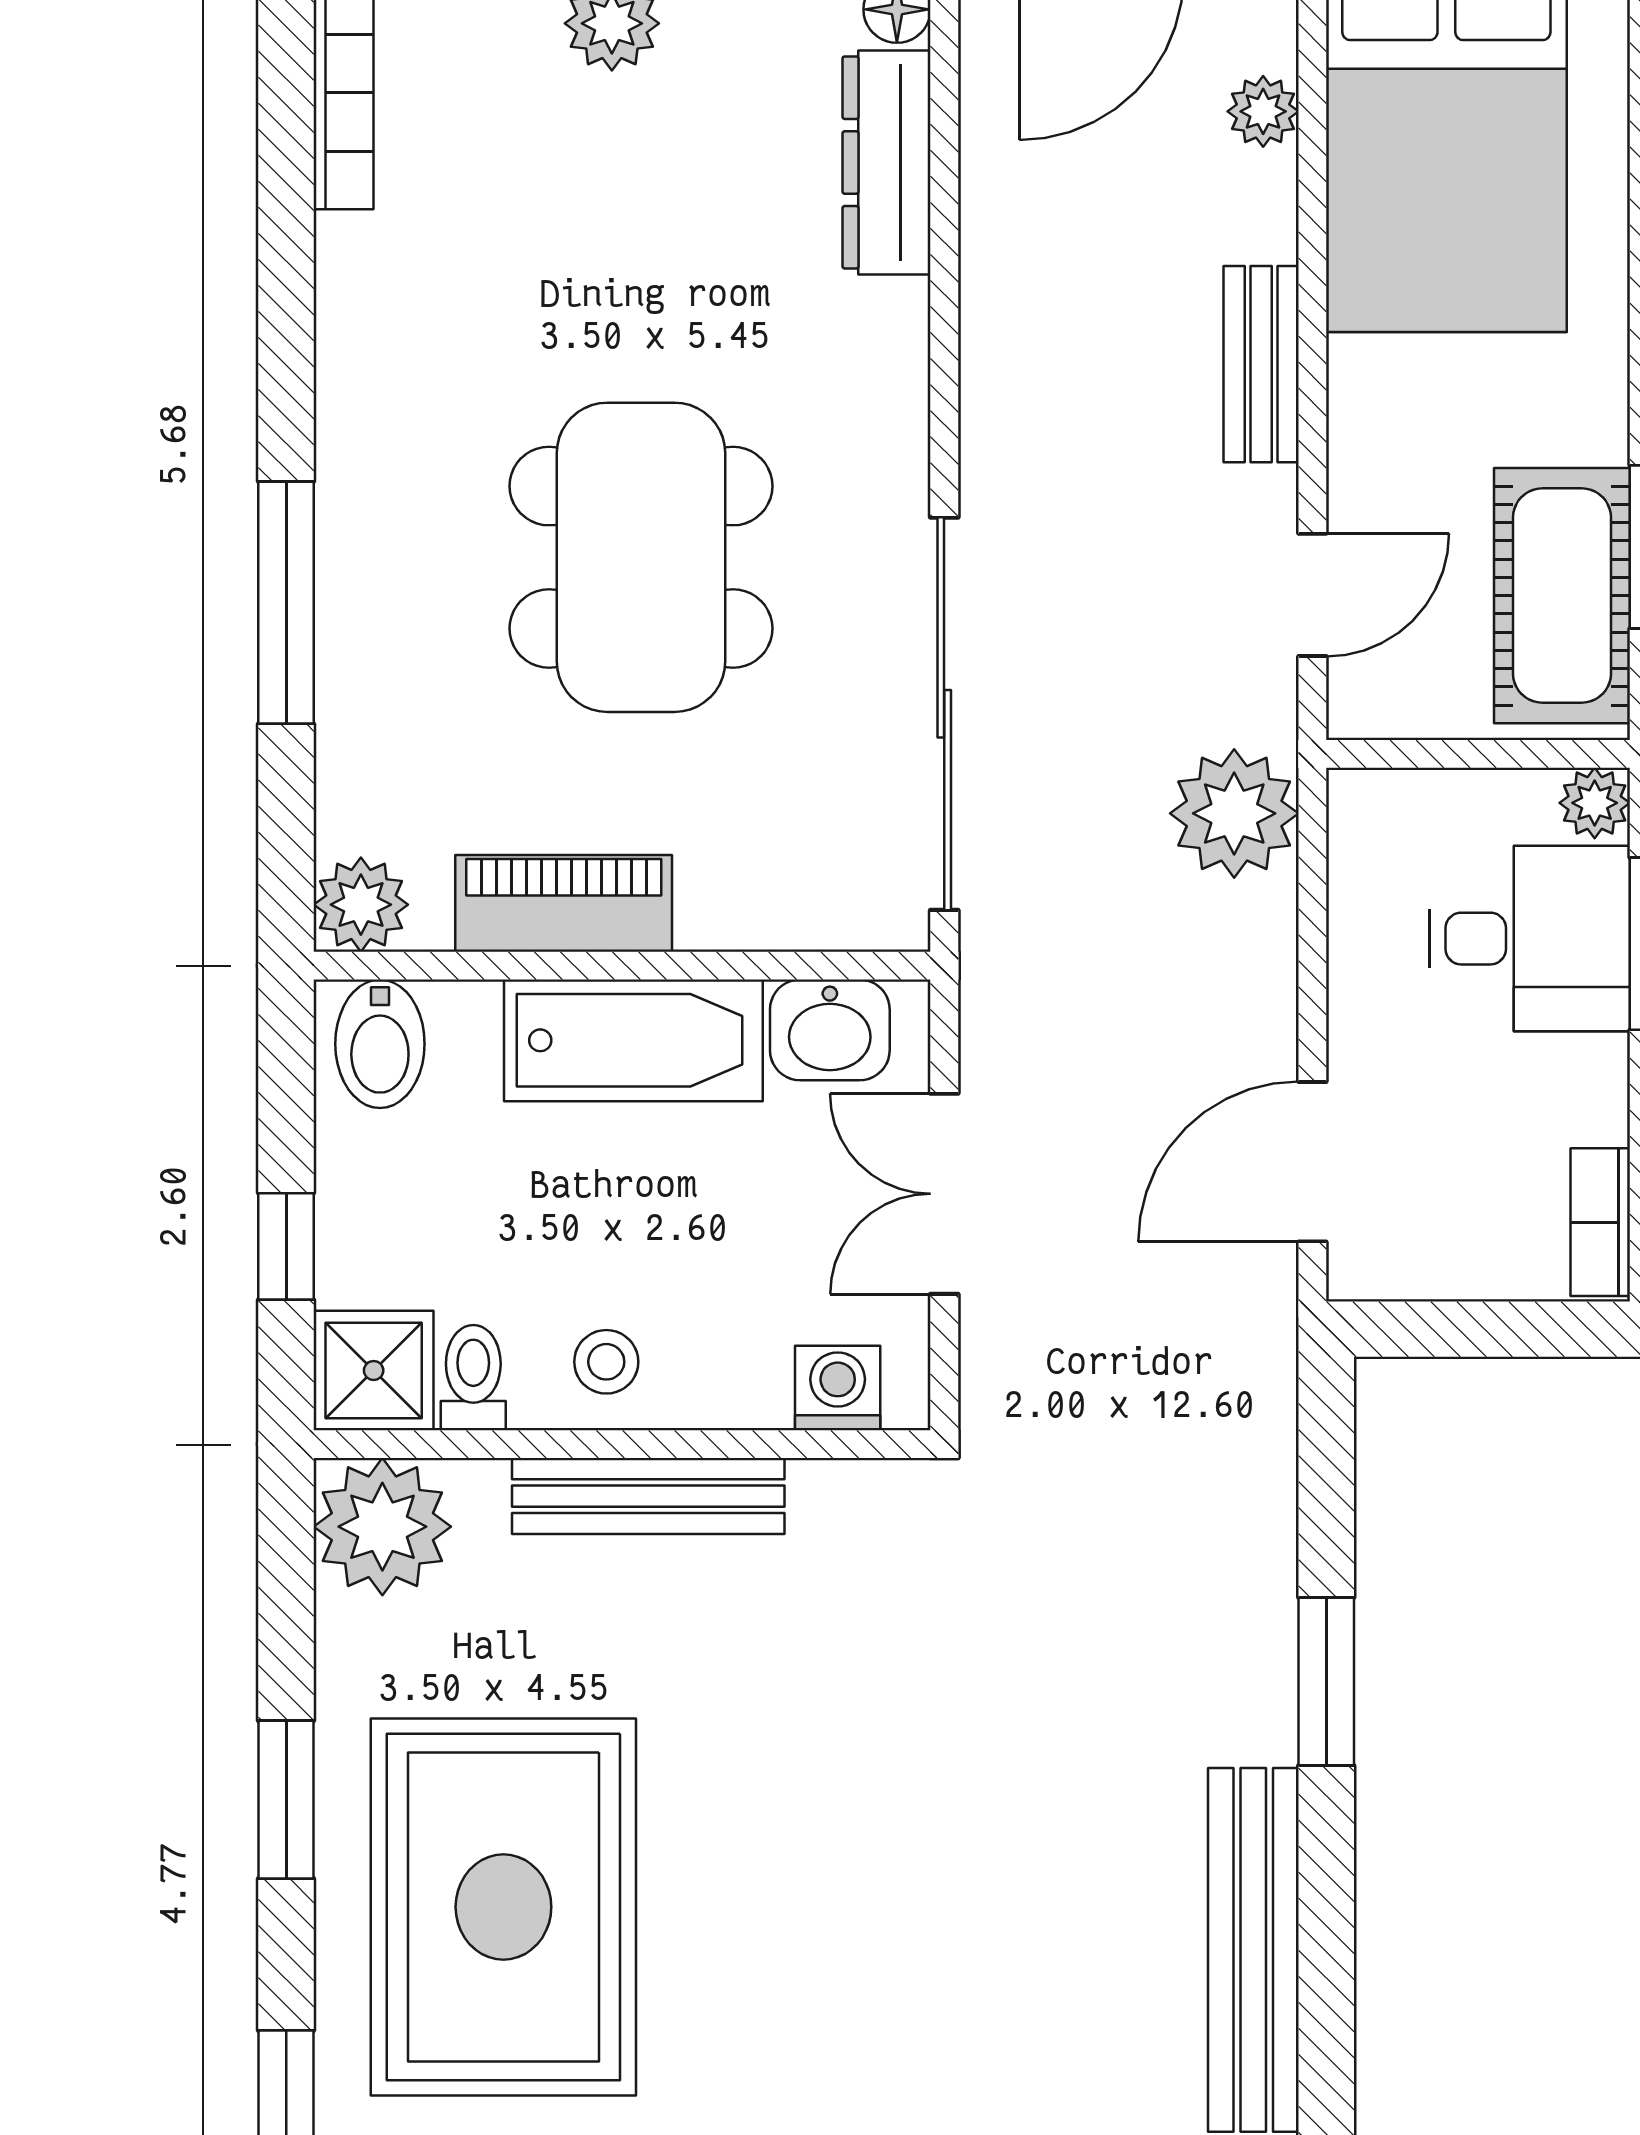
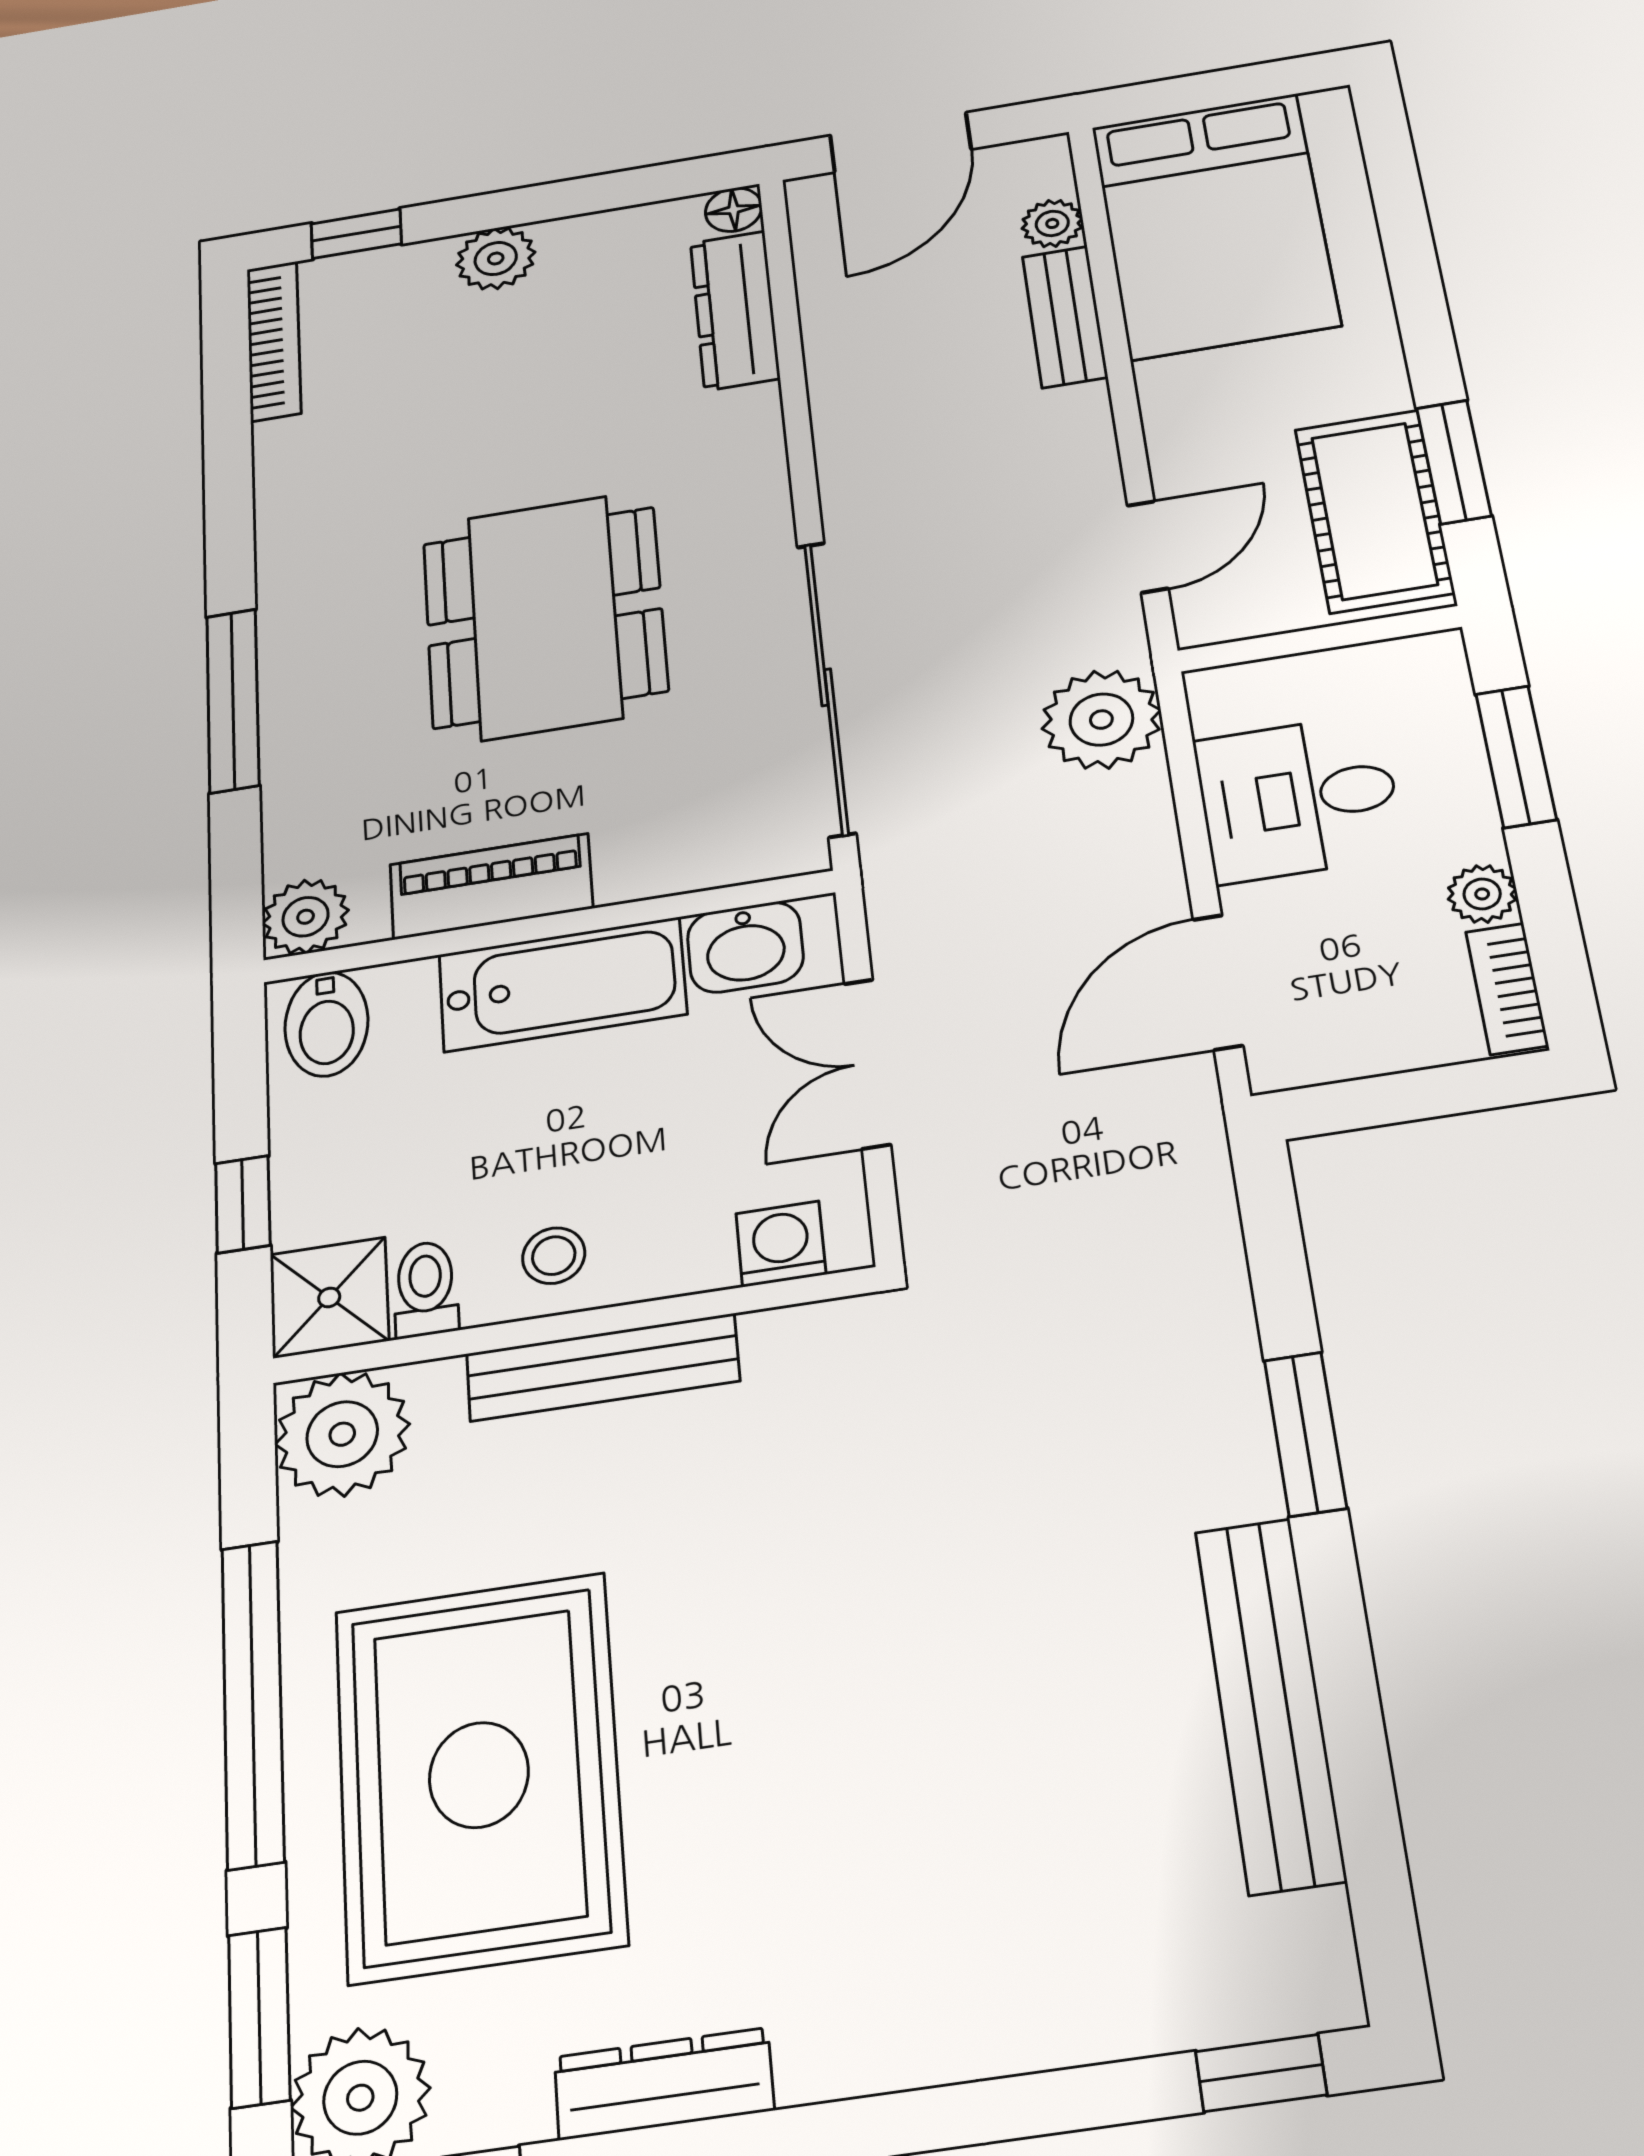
bench: (1261, 364) -> (1065, 317), moved
plant: (1595, 803) -> (1482, 894), moved
desk: (1530, 939) -> (1298, 798), moved, turned 180
window: (286, 1800) -> (253, 1703), width x2.11

